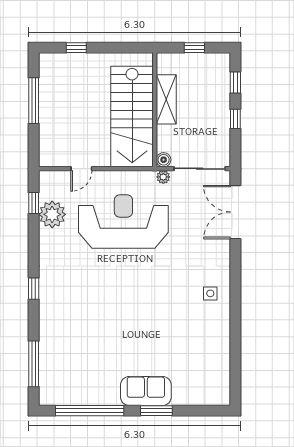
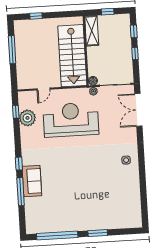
shelving: (166, 99) -> (92, 31), moved
window: (34, 364) -> (21, 192), moved
sofa: (146, 391) -> (32, 181), moved, turned 90

